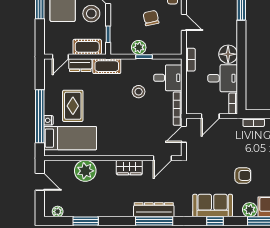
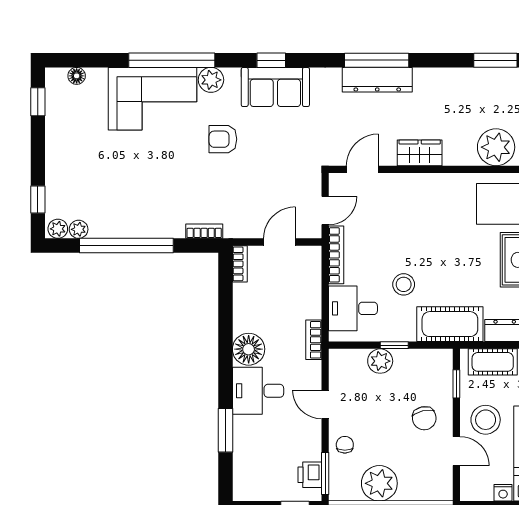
chair: (151, 18) -> (424, 418), moved
plant: (139, 47) -> (380, 361), moved
cot: (107, 66) -> (450, 324), width x1.37, depth x1.34
desk: (223, 78) -> (258, 391), moved

